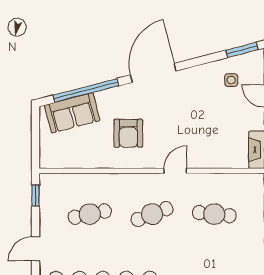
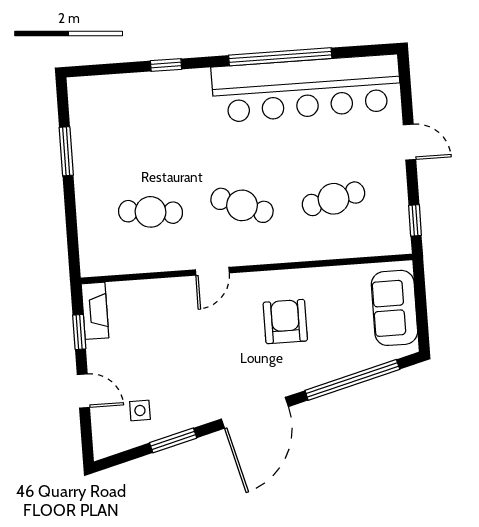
window: (242, 50) -> (173, 440), moved
sofa: (72, 113) -> (394, 308), moved, turned -75
cafe table: (152, 214) -> (242, 205), turned 42
door: (36, 249) -> (409, 142), hinge flipped

